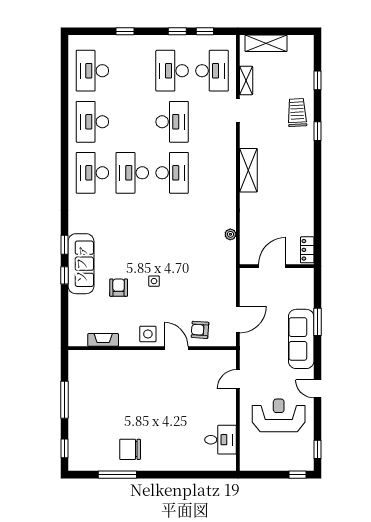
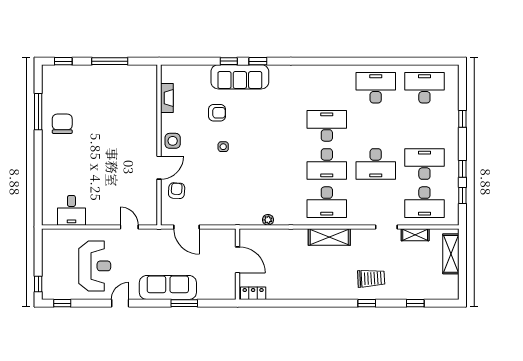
trolley: (297, 113) -> (371, 278), moved
desk: (92, 173) -> (327, 202), moved, turned 180

